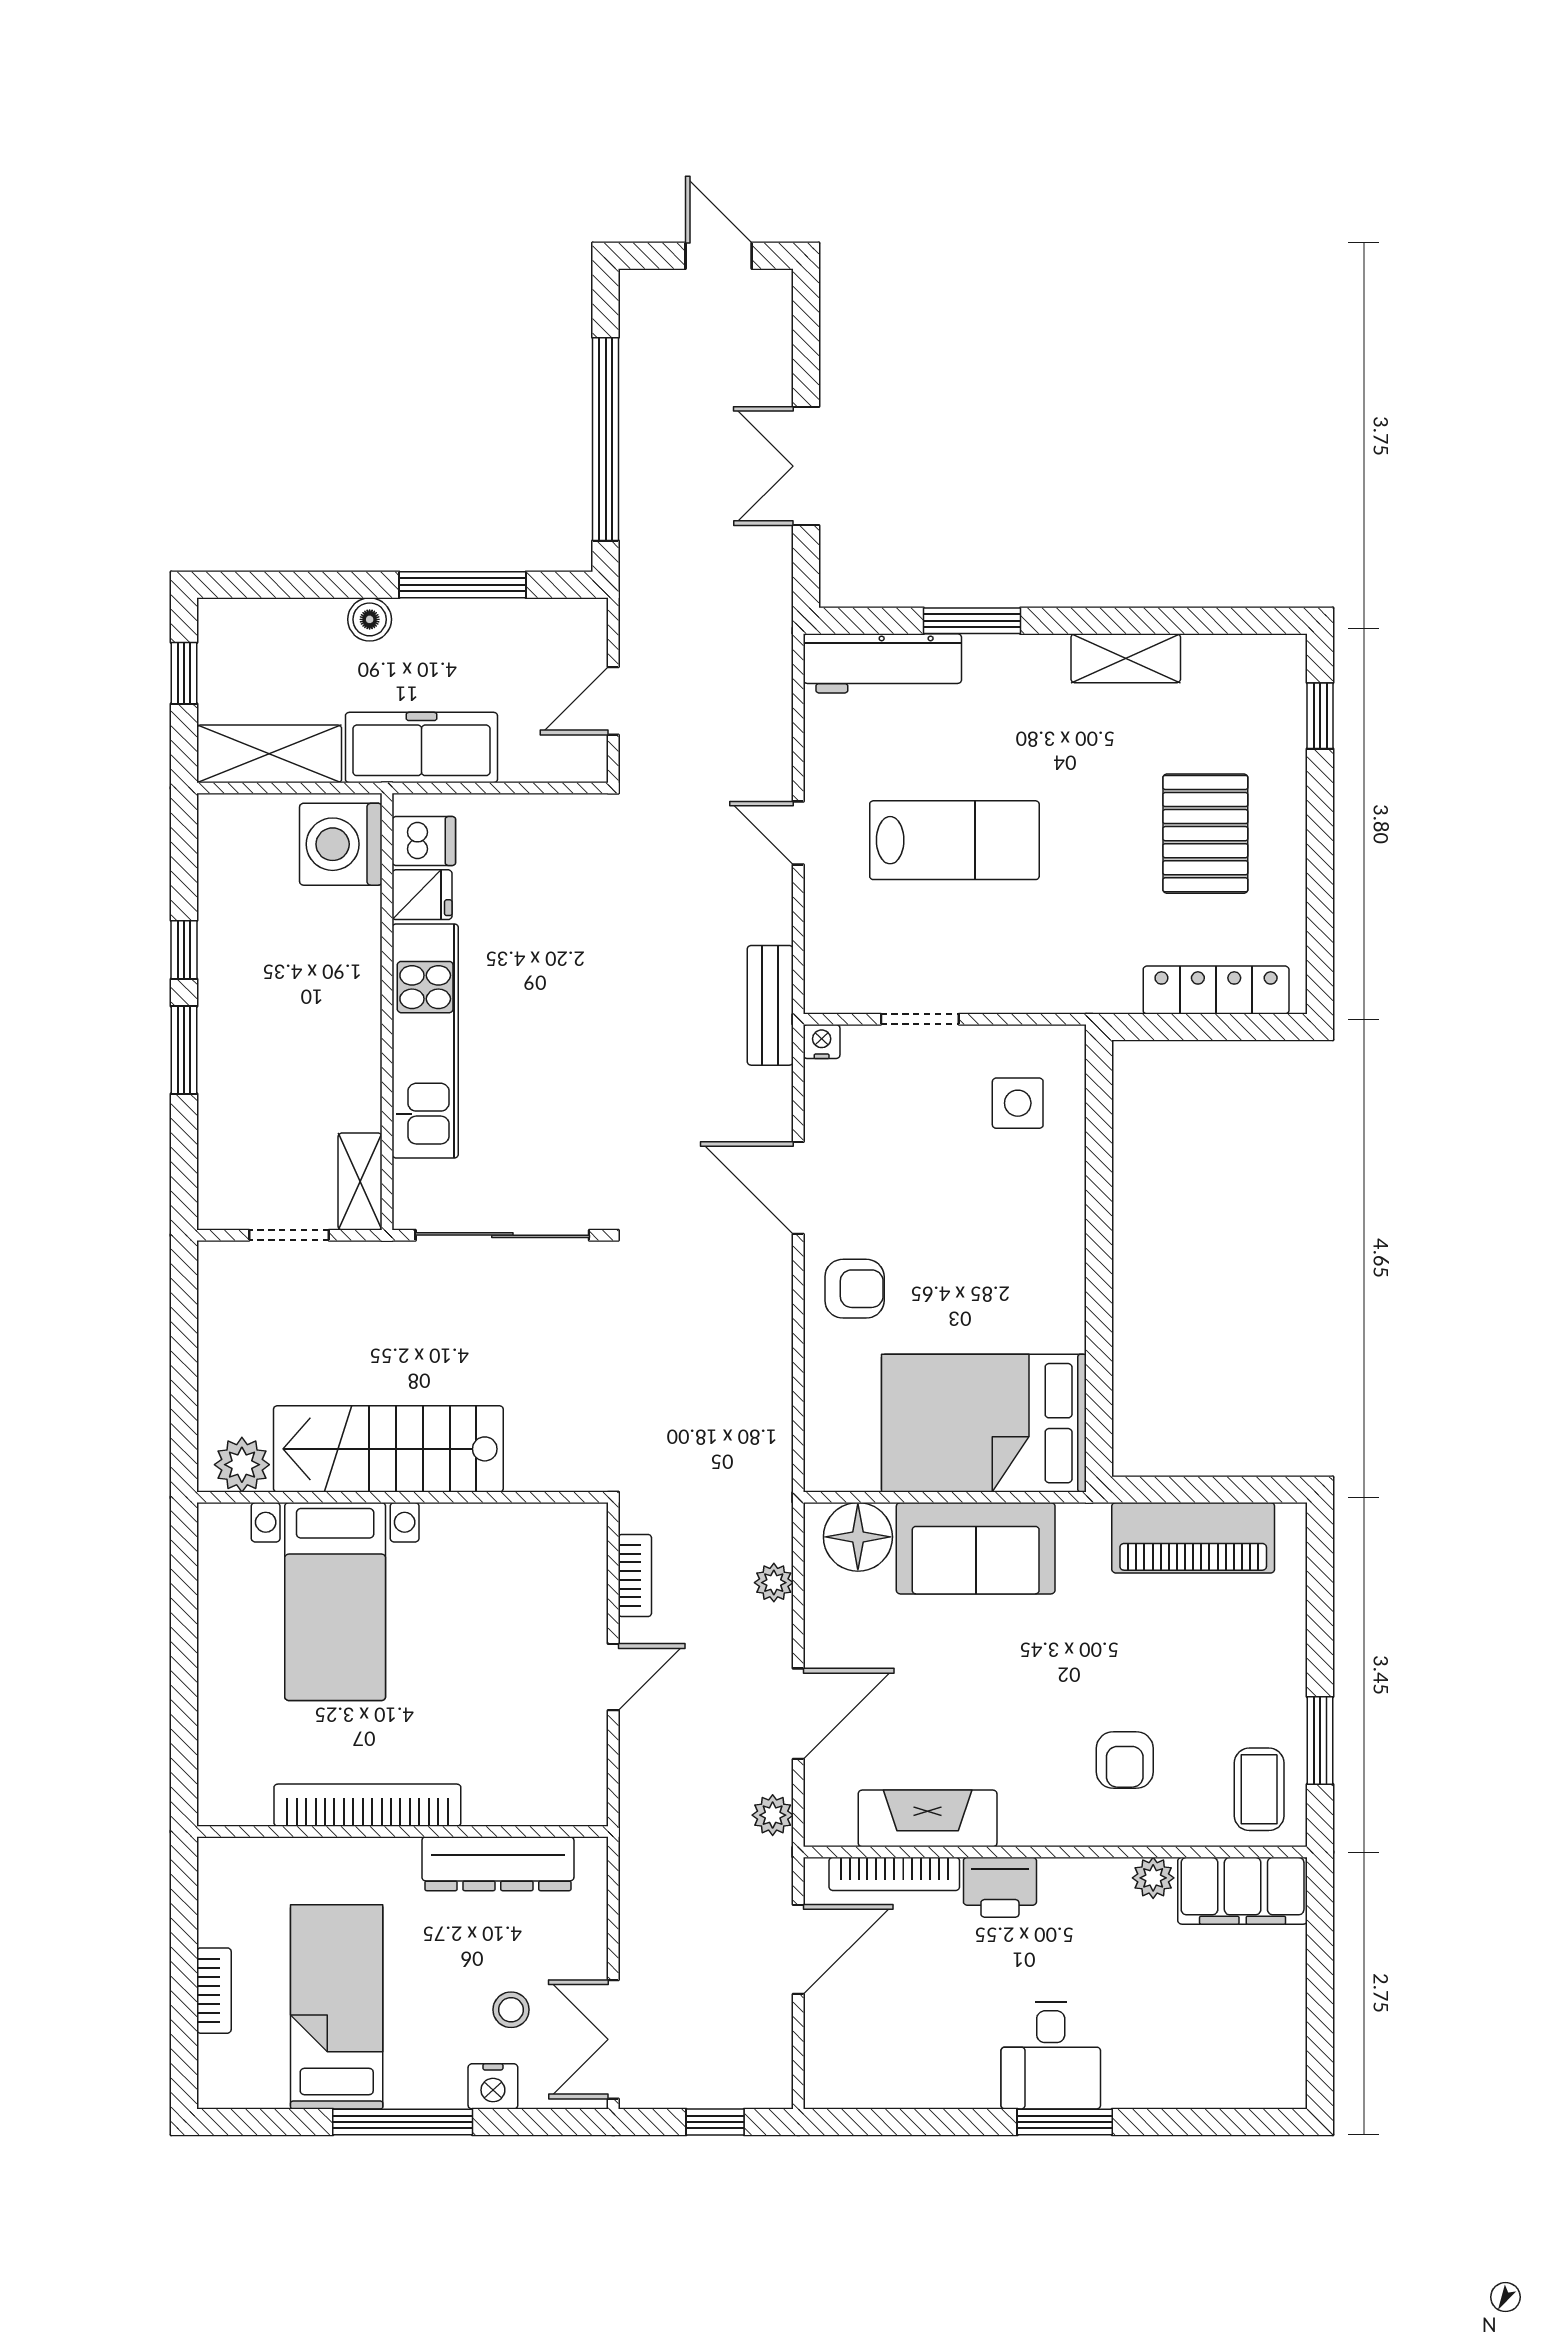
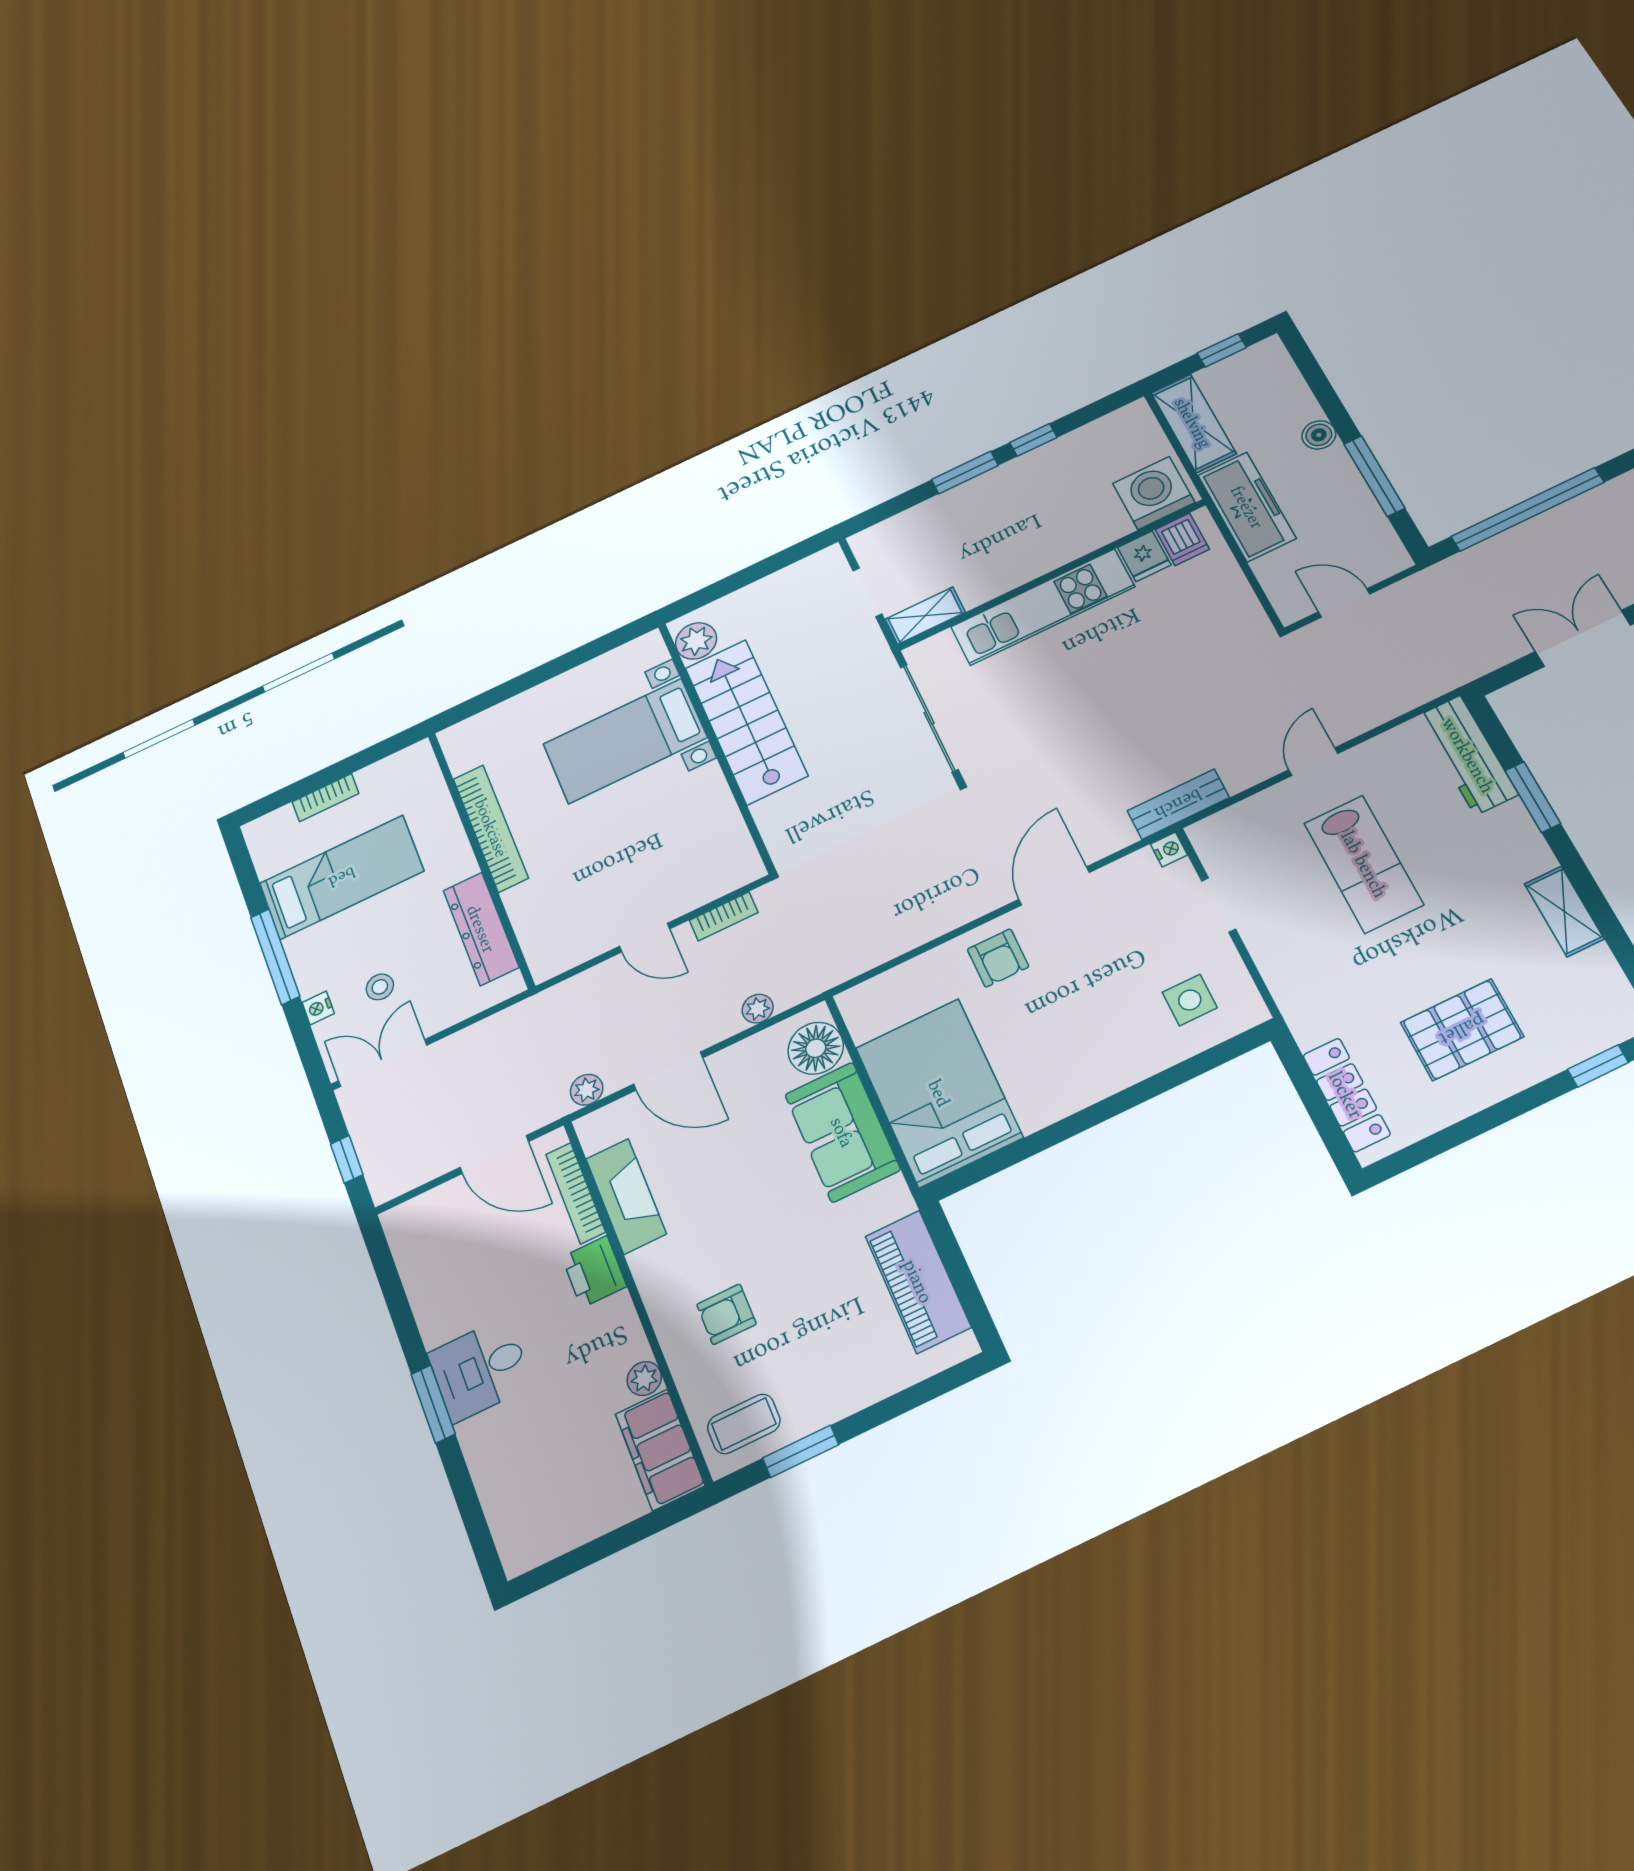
nightstand: (493, 2086) -> (318, 1008), width x0.72, depth x0.74

